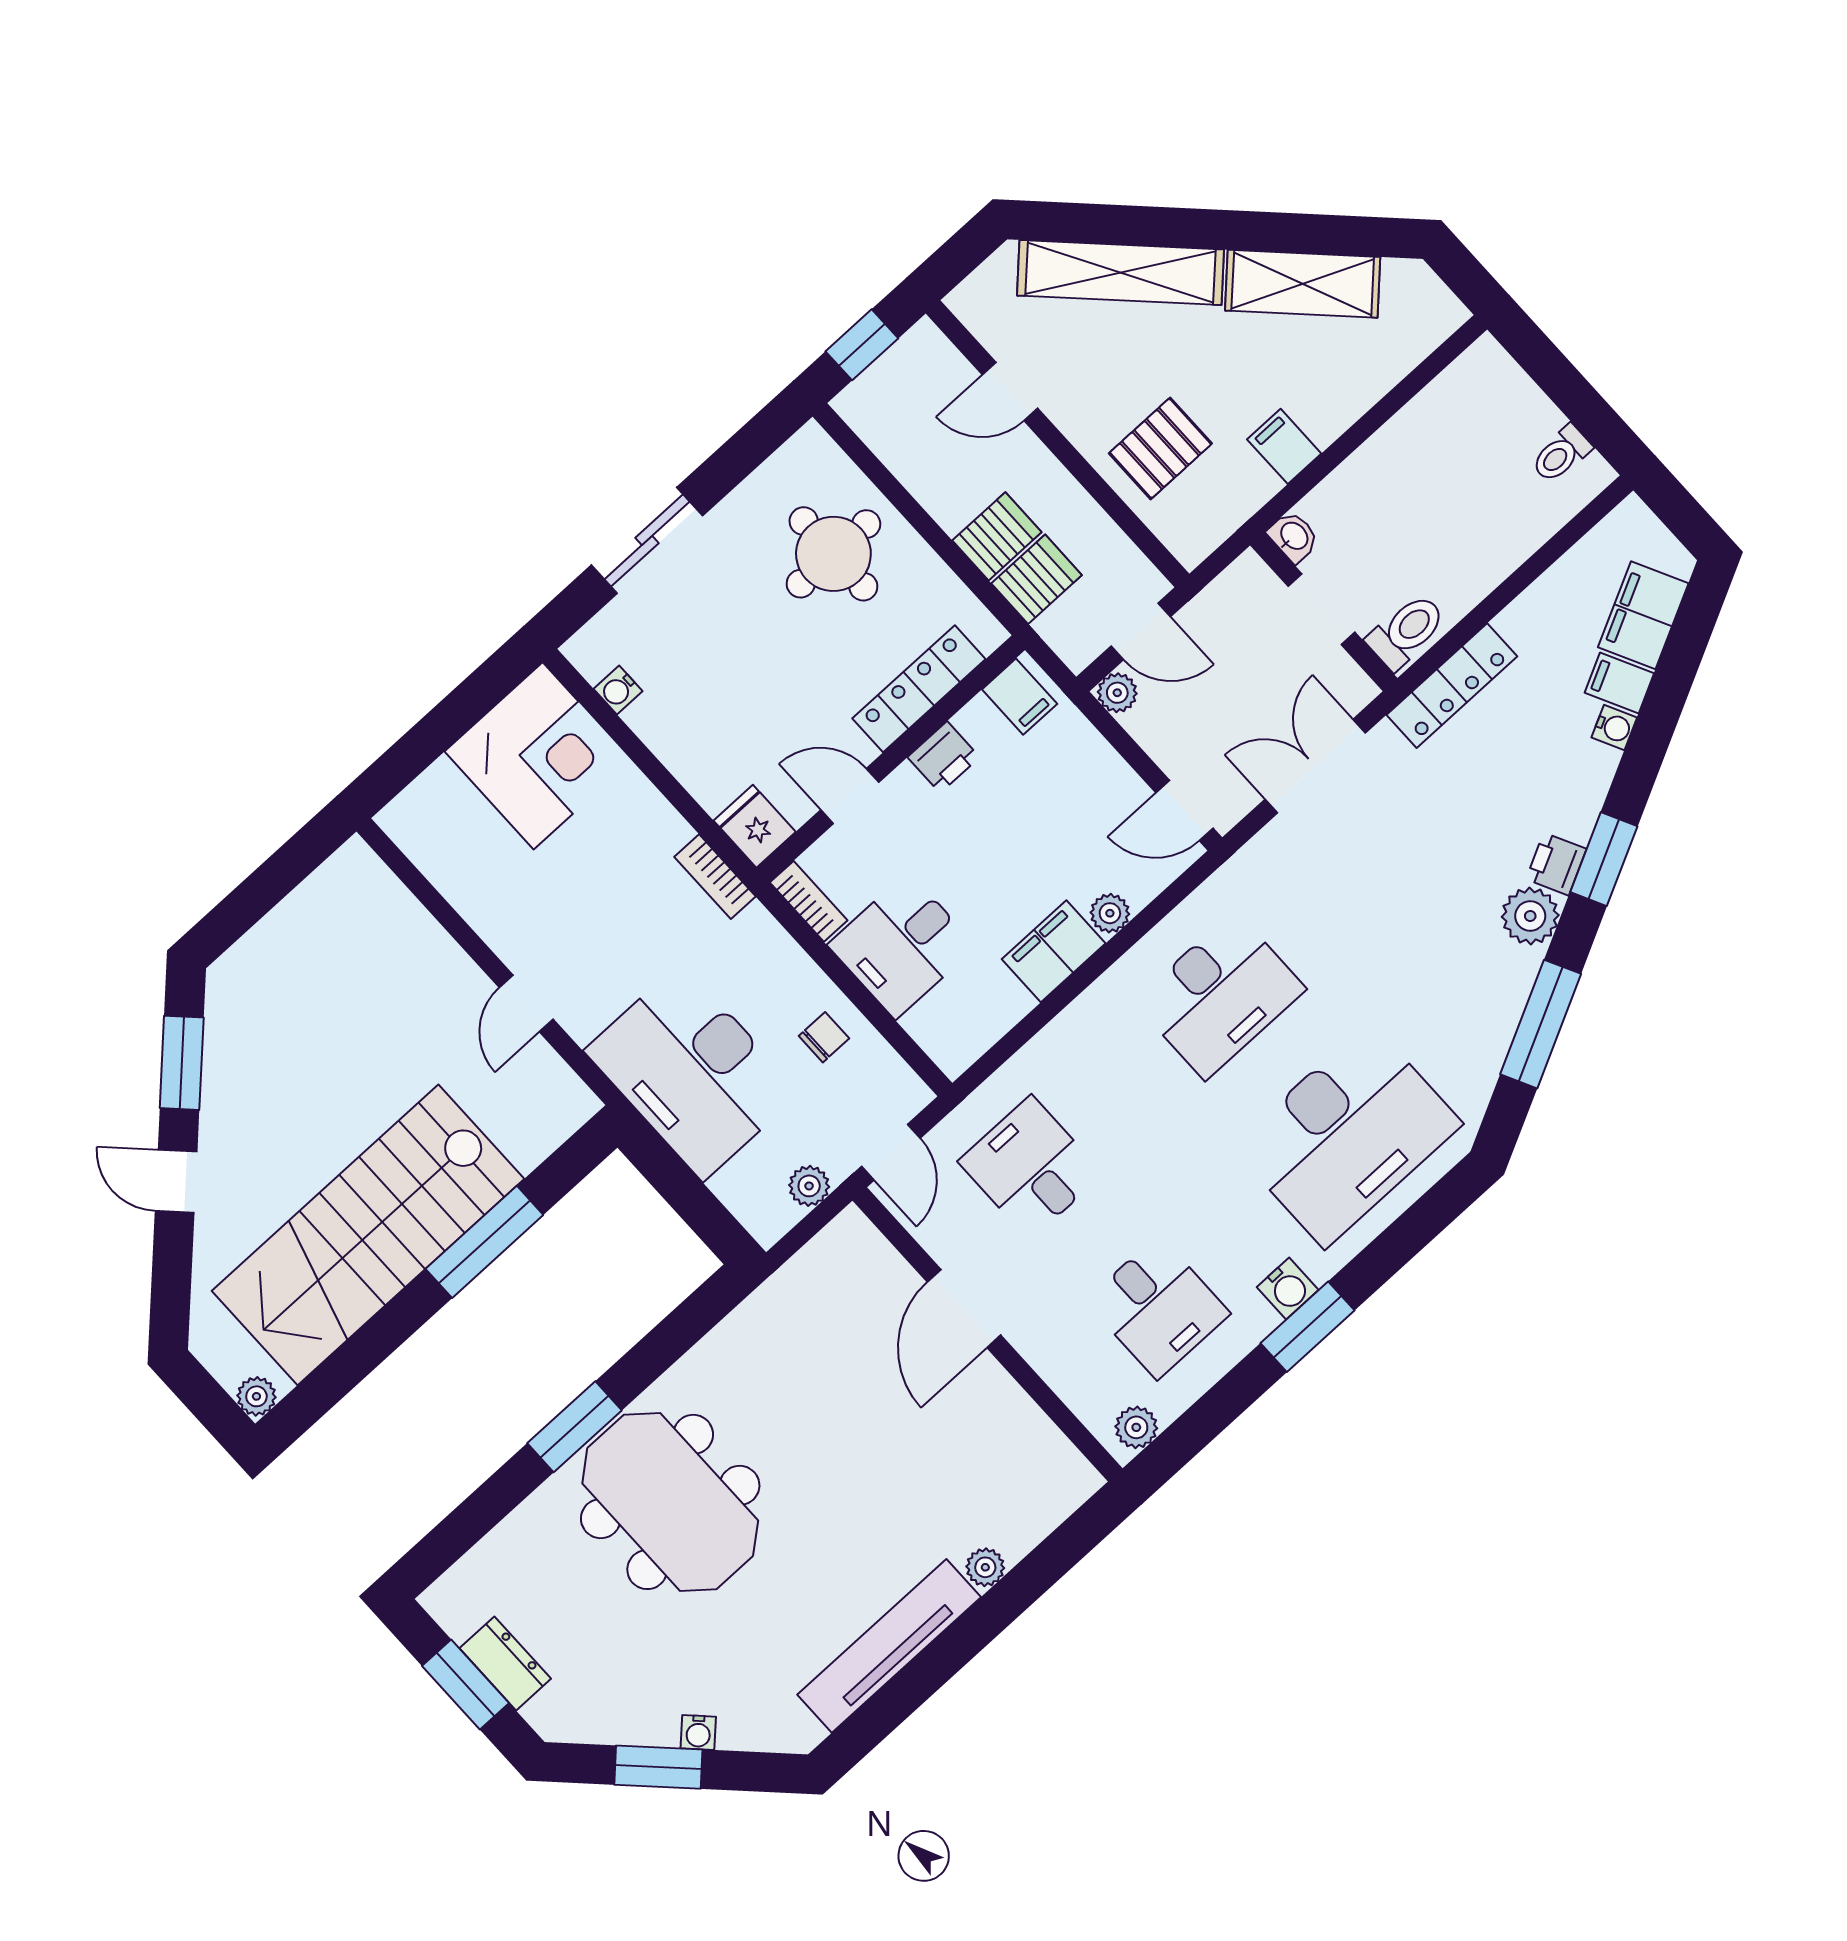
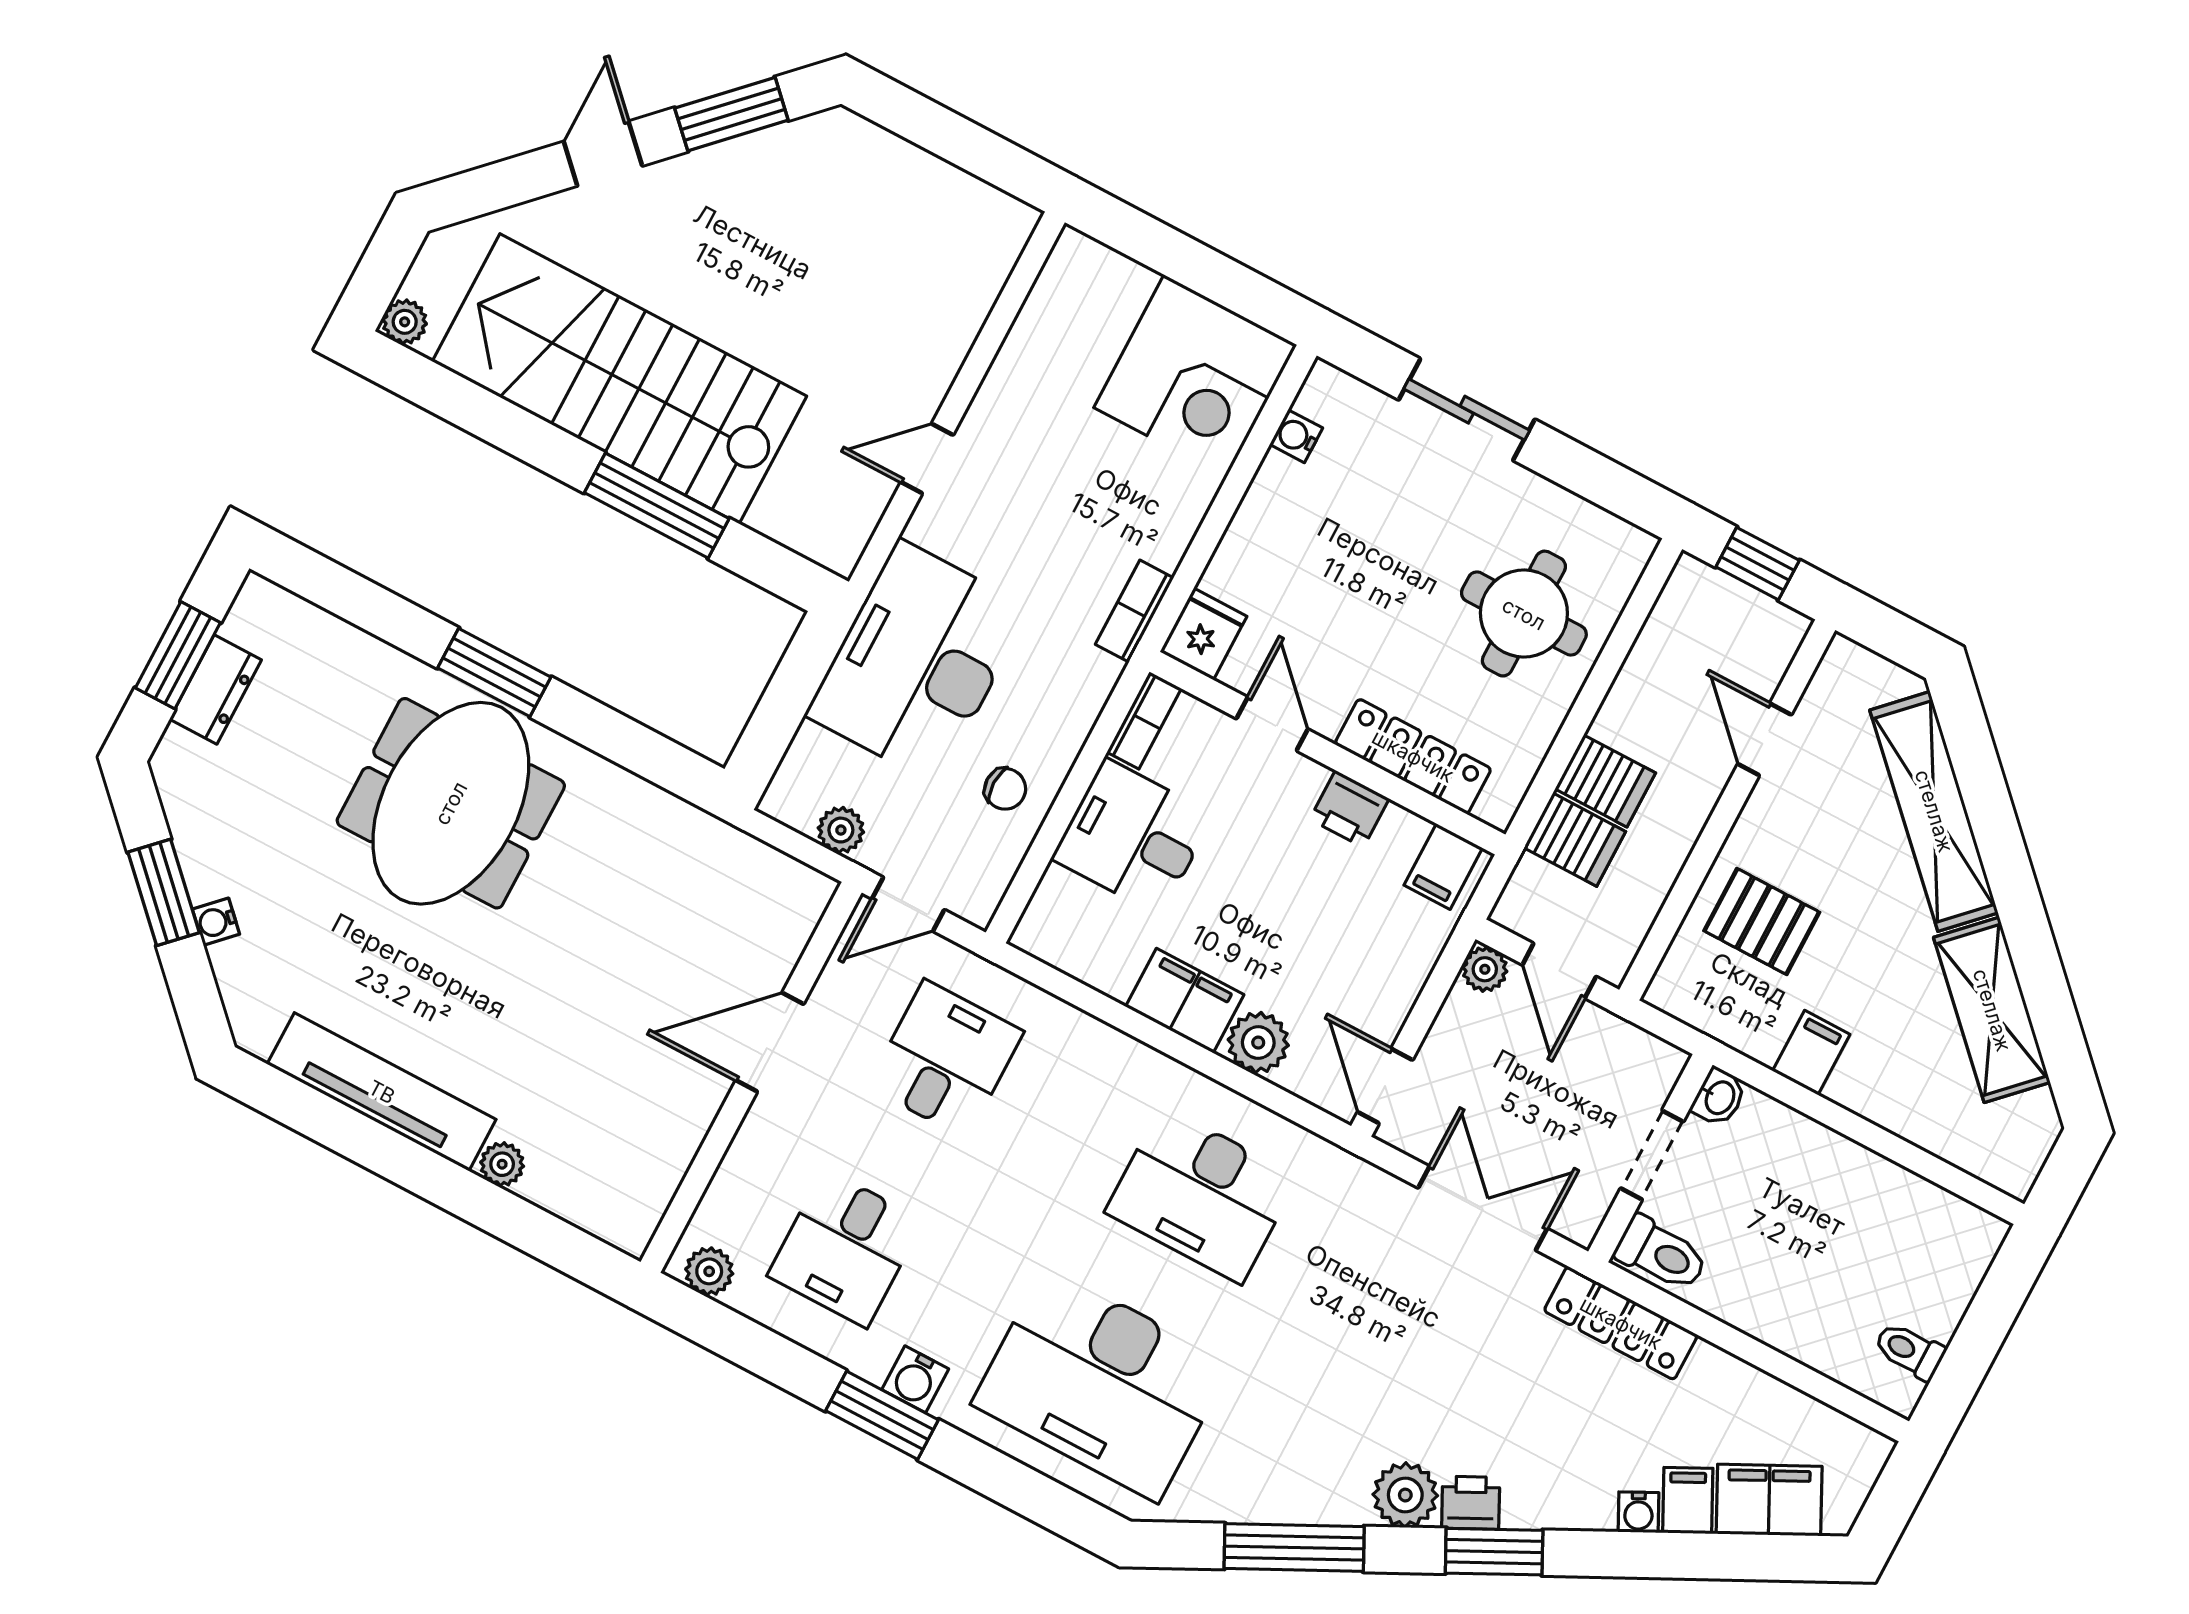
plant: (1110, 913) -> (1258, 1043), width x1.38, depth x1.38

